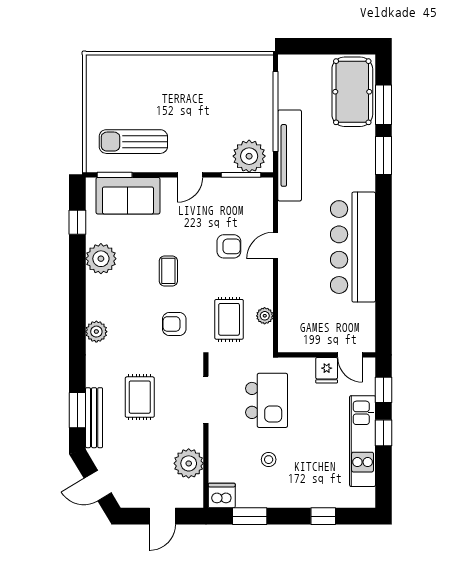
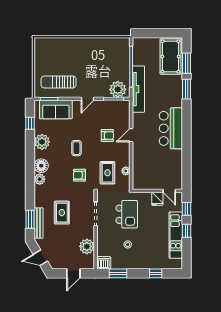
bar counter: (353, 247) -> (171, 128), width x0.73
floor lamp: (99, 305) -> (41, 166), added

